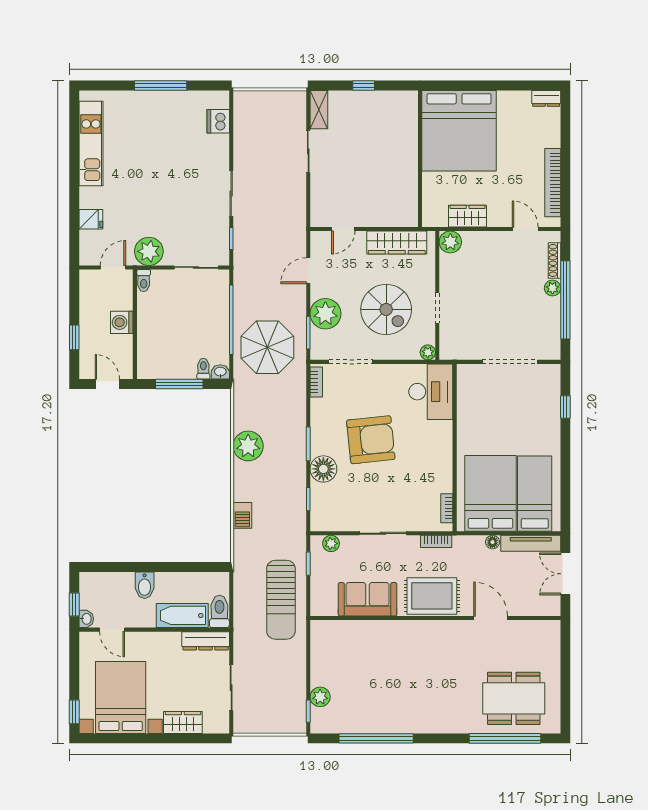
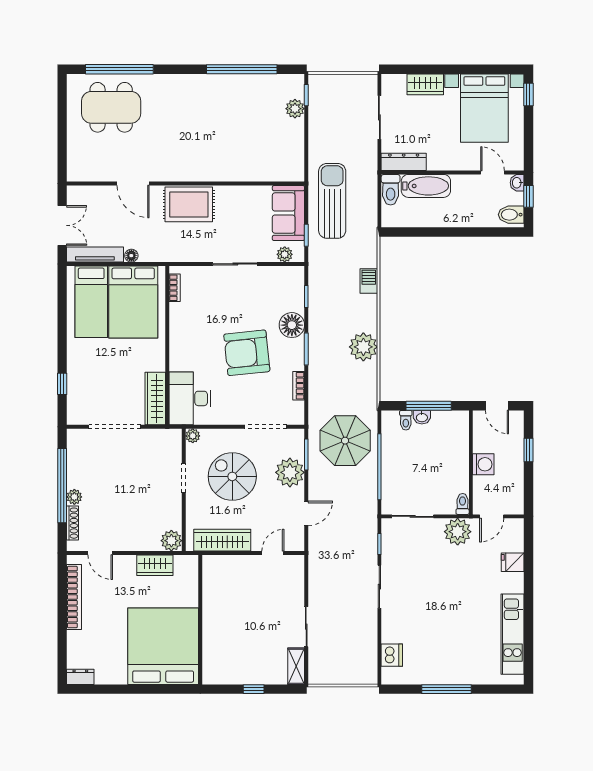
washbasin: (220, 372) -> (422, 417), moved
bookcase: (316, 382) -> (299, 386), moved
wardrobe: (467, 392) -> (155, 399), added
bookcase: (436, 541) -> (185, 256), removed
bidet: (145, 585) -> (511, 215), moved, turned -90
sofa: (368, 599) -> (288, 213), moved, turned 90

